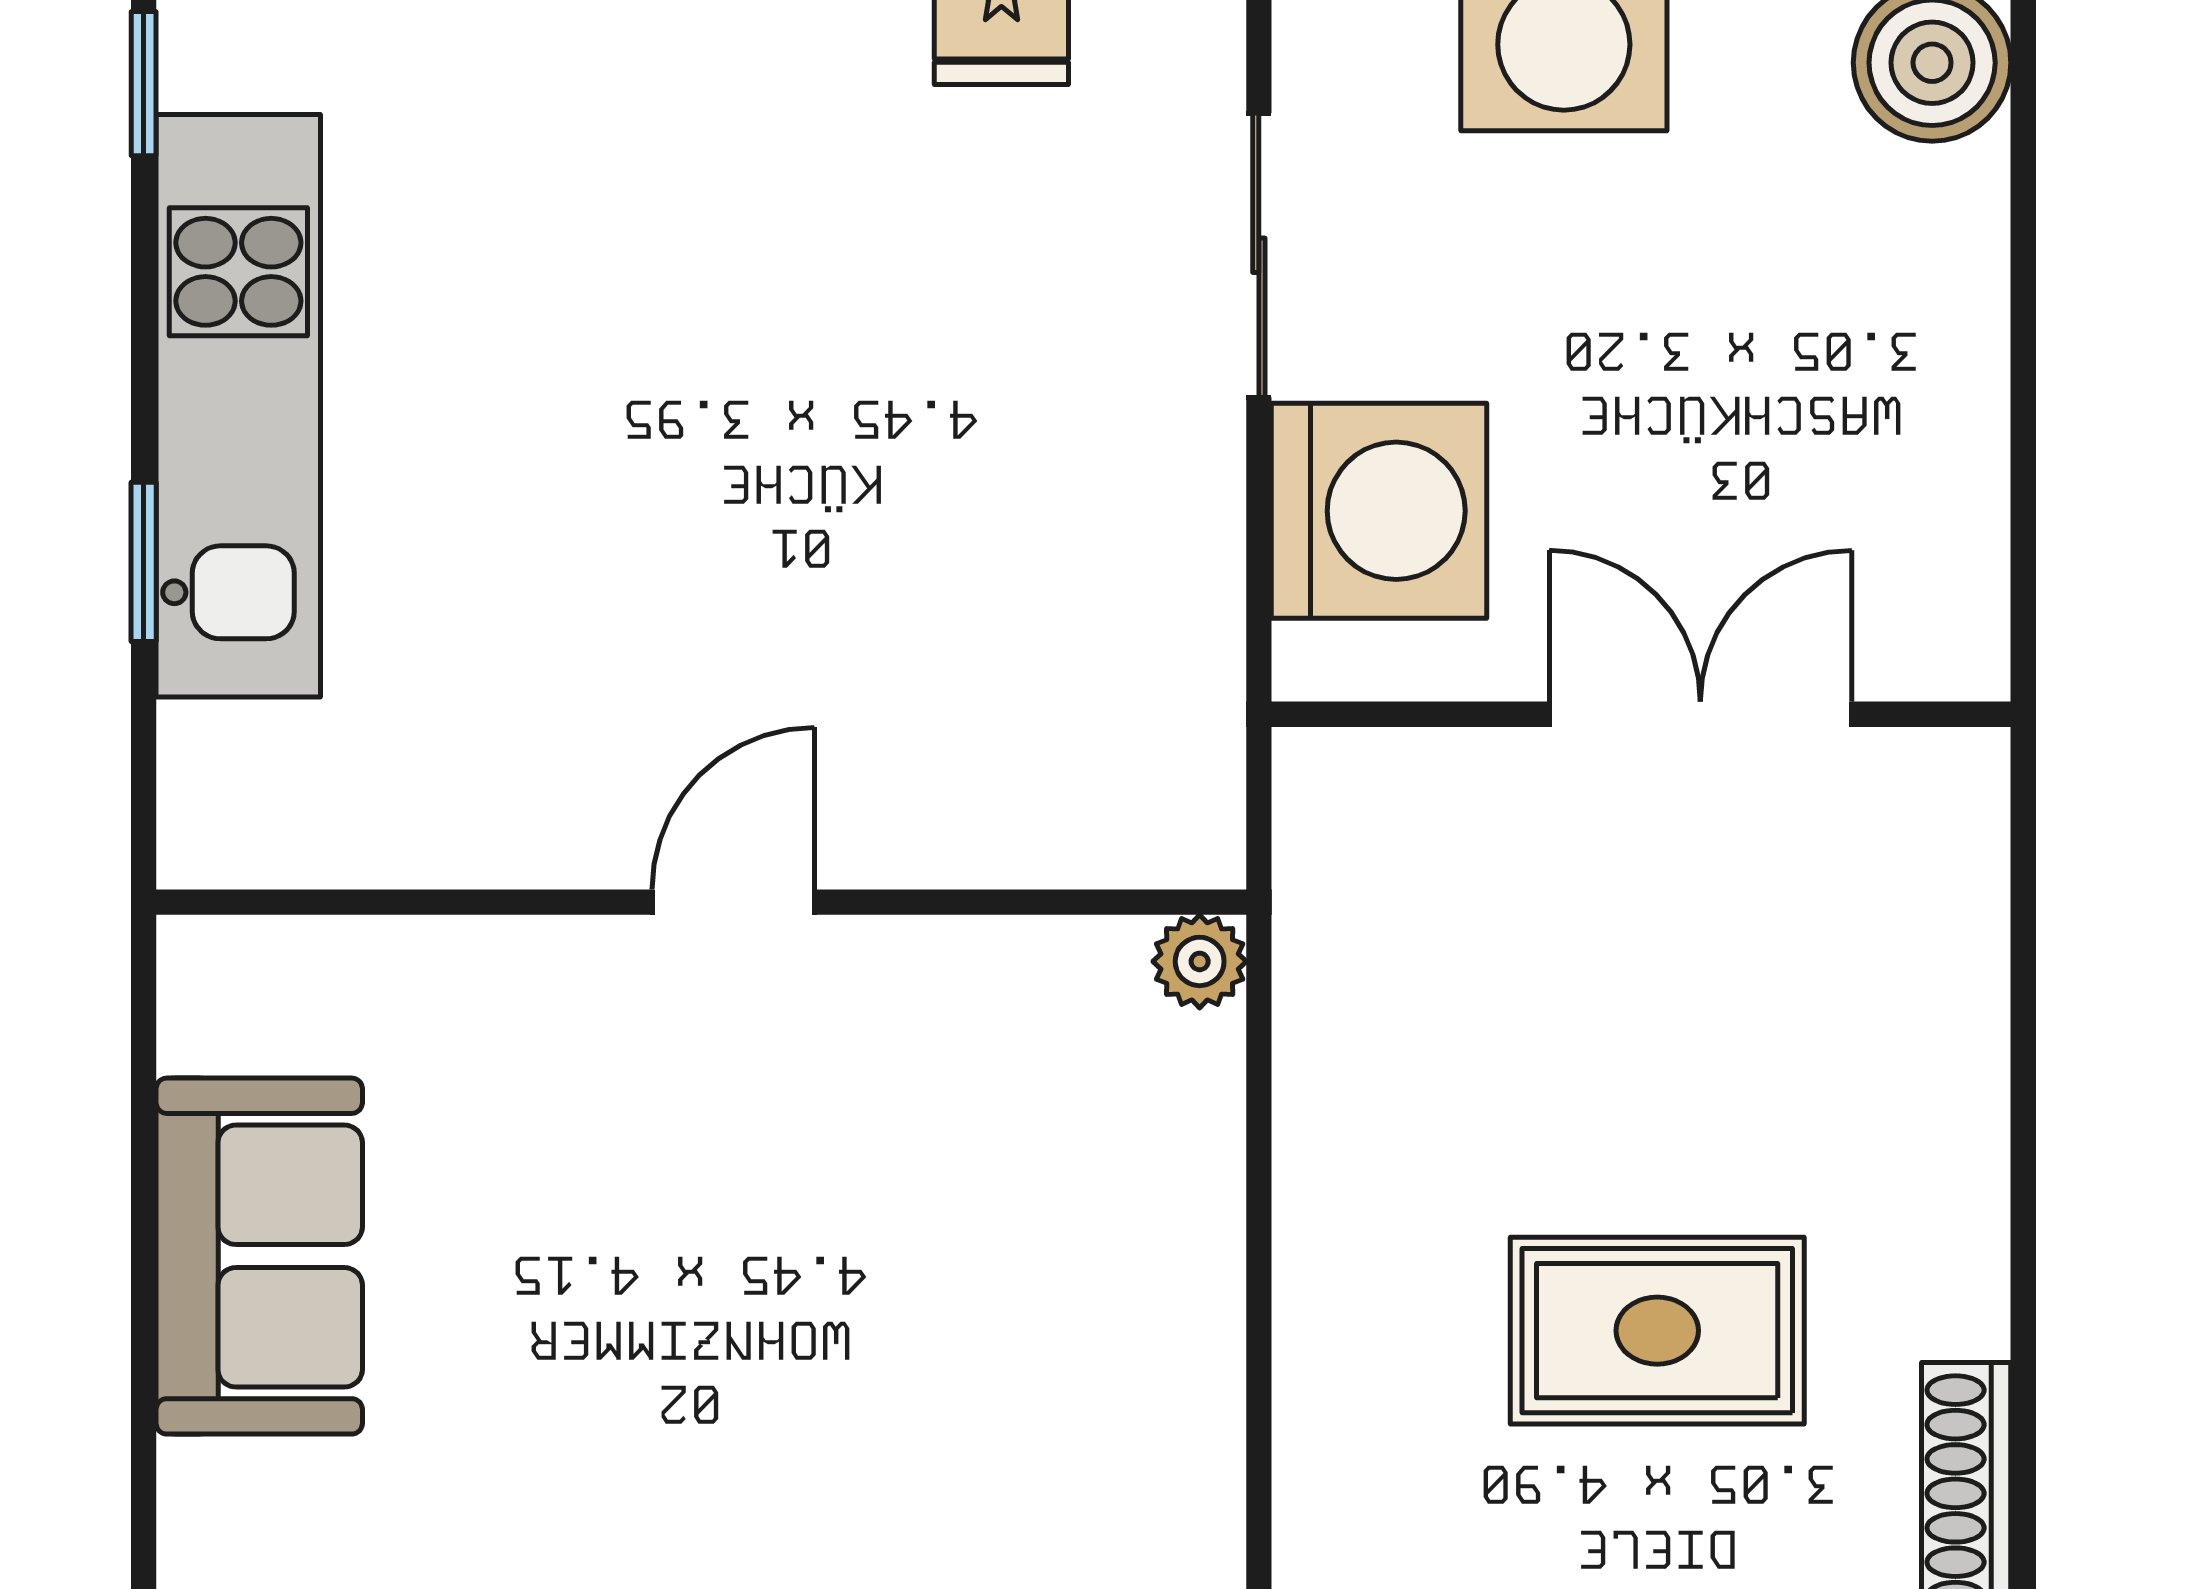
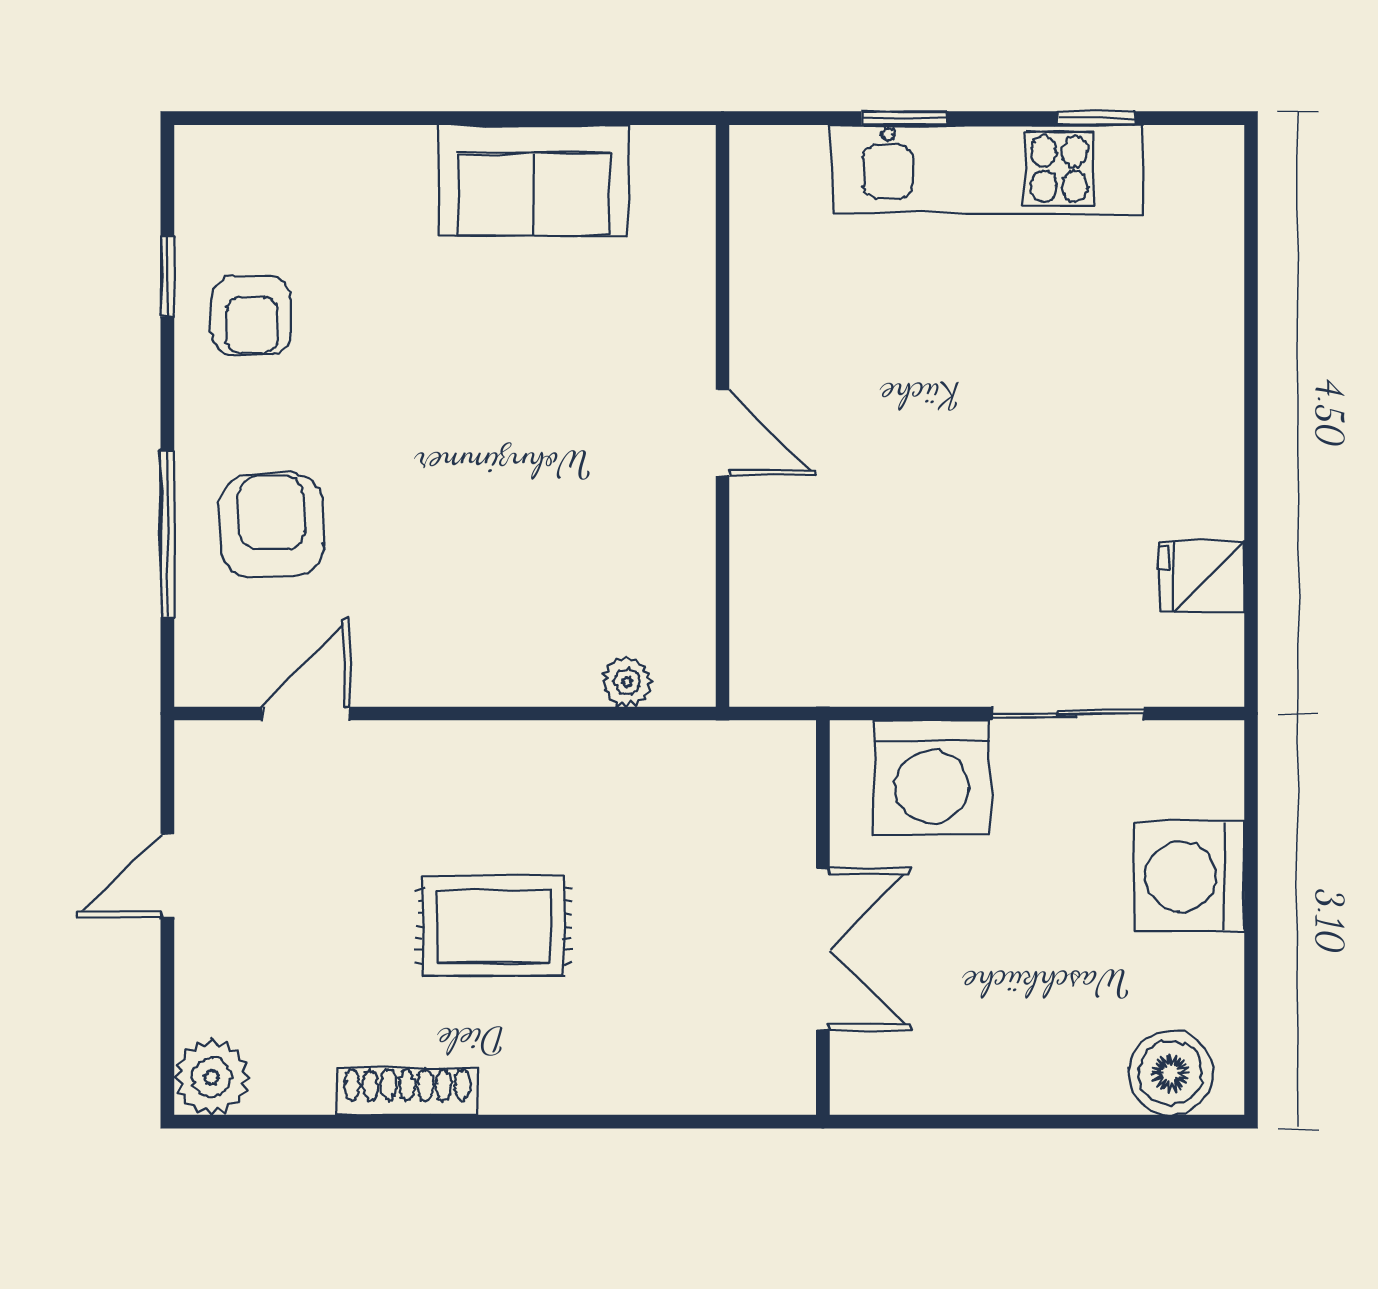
window: (144, 84) -> (1096, 118), moved
plant: (1200, 961) -> (627, 682), moved
rug: (1657, 1331) -> (494, 926), turned 90

